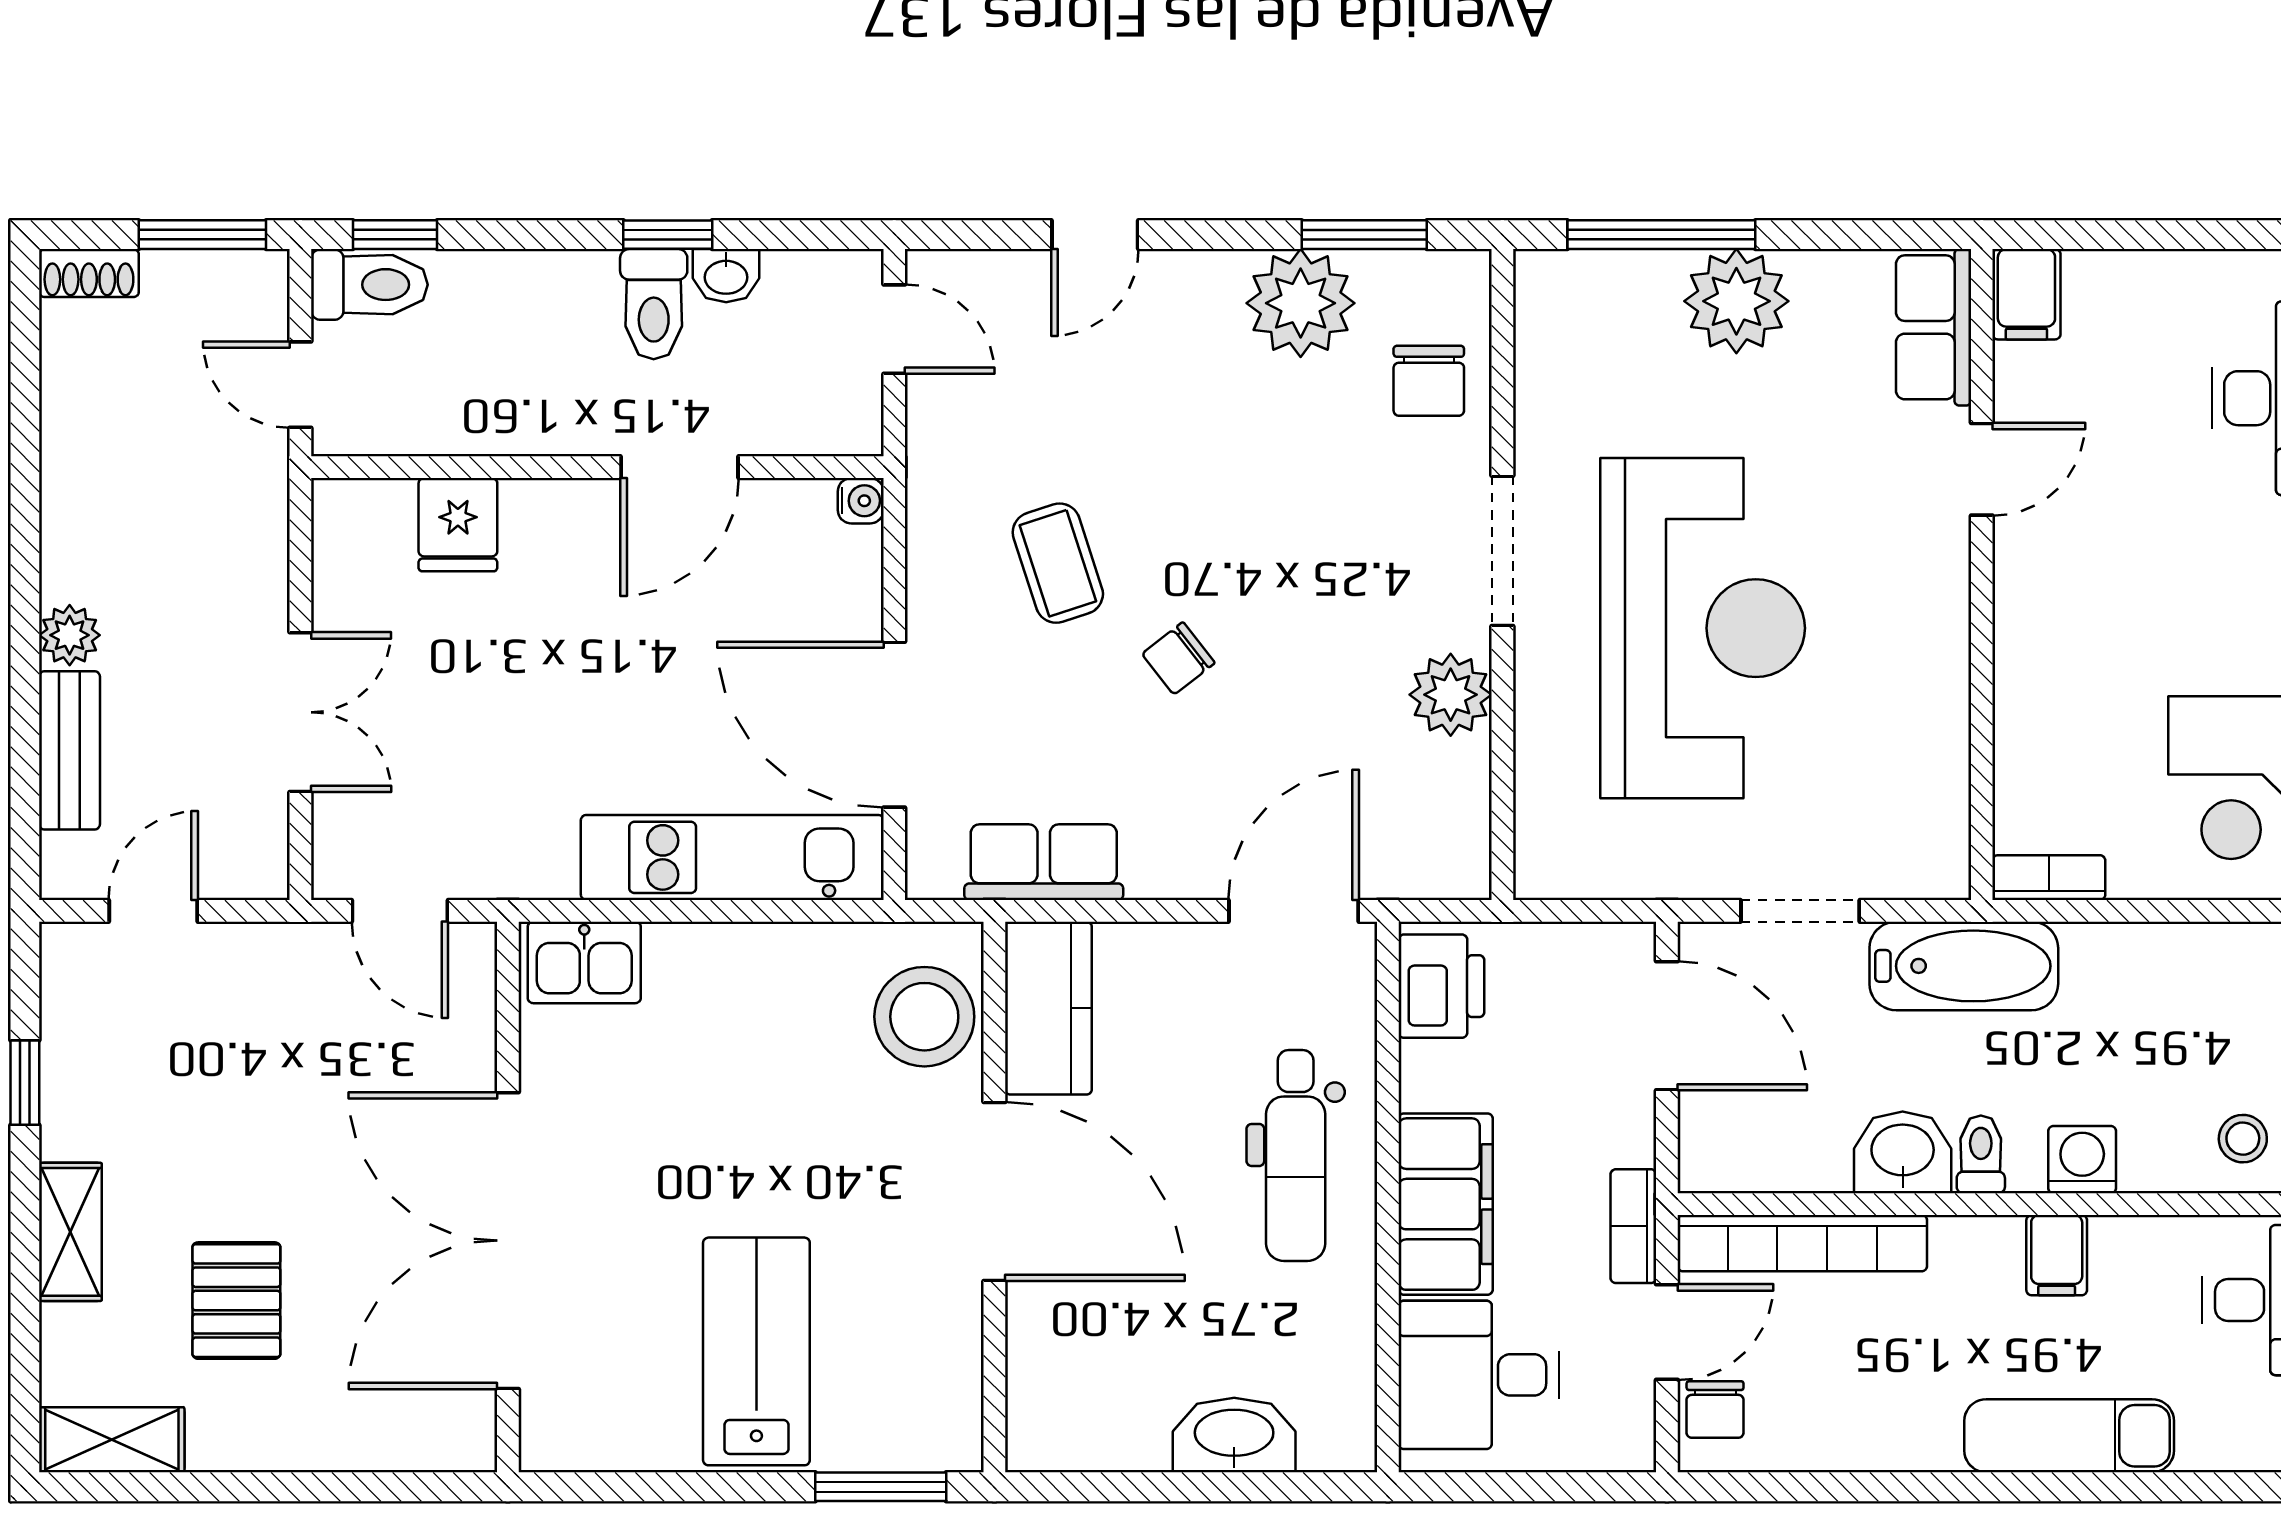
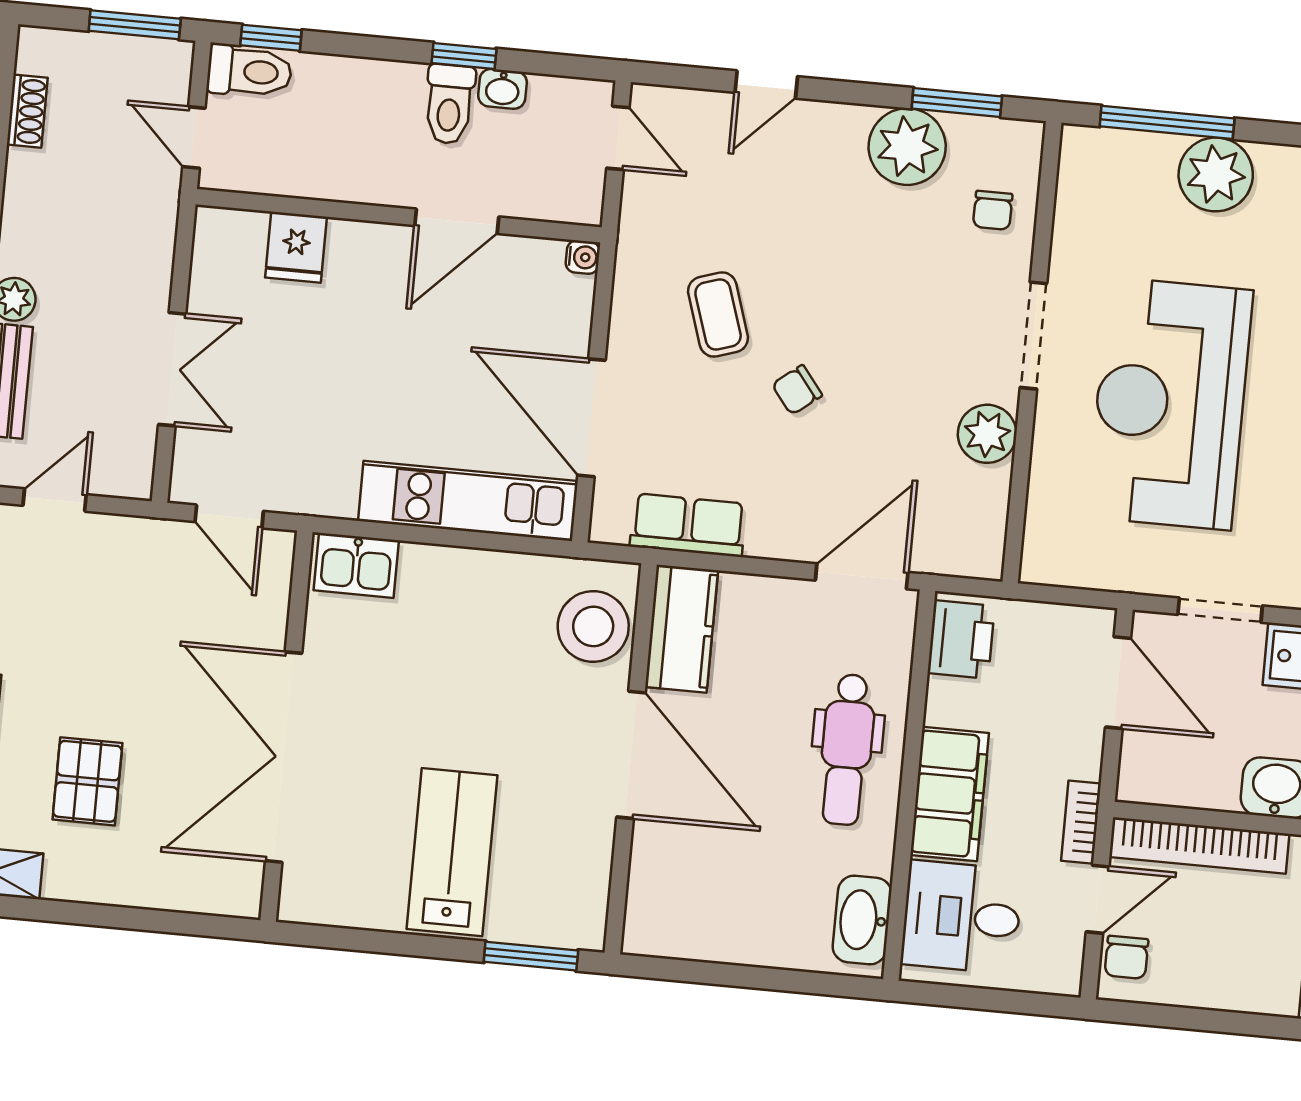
shoe rack: (89, 273) -> (27, 111), moved, turned -90
chair: (1429, 381) -> (993, 210), width x0.73, depth x0.73
reception desk: (1703, 628) -> (1170, 404), turned 180
washbasin: (1234, 1435) -> (862, 920), moved, turned -90

